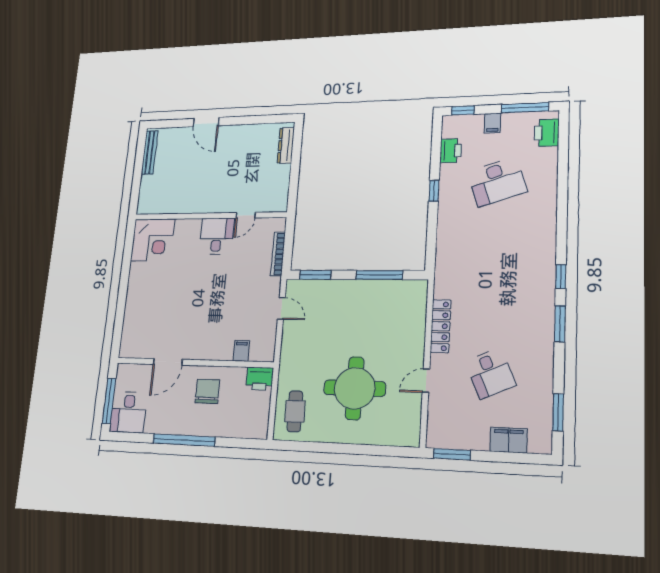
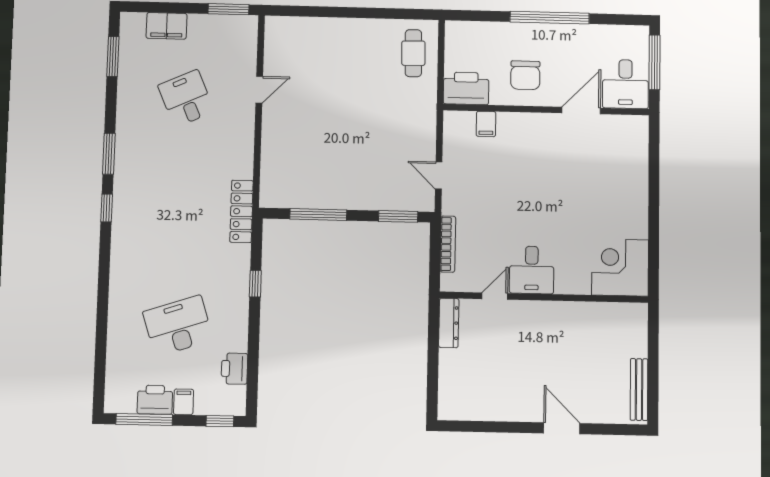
printer: (547, 133) -> (155, 400), moved, turned -90
dresser: (286, 145) -> (449, 323), moved
window: (434, 191) -> (255, 284), moved
locker: (441, 326) -> (242, 211), moved
printer: (260, 379) -> (466, 88), width x1.37, depth x1.19
round table: (355, 388) -> (343, 80), removed
desk: (128, 412) -> (625, 84), moved, turned 180

